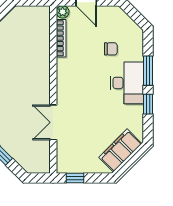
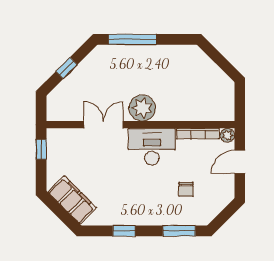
window: (148, 71) -> (179, 231), moved
desk: (127, 83) -> (152, 147), moved, turned 180
plant: (38, 88) -> (142, 108), added

